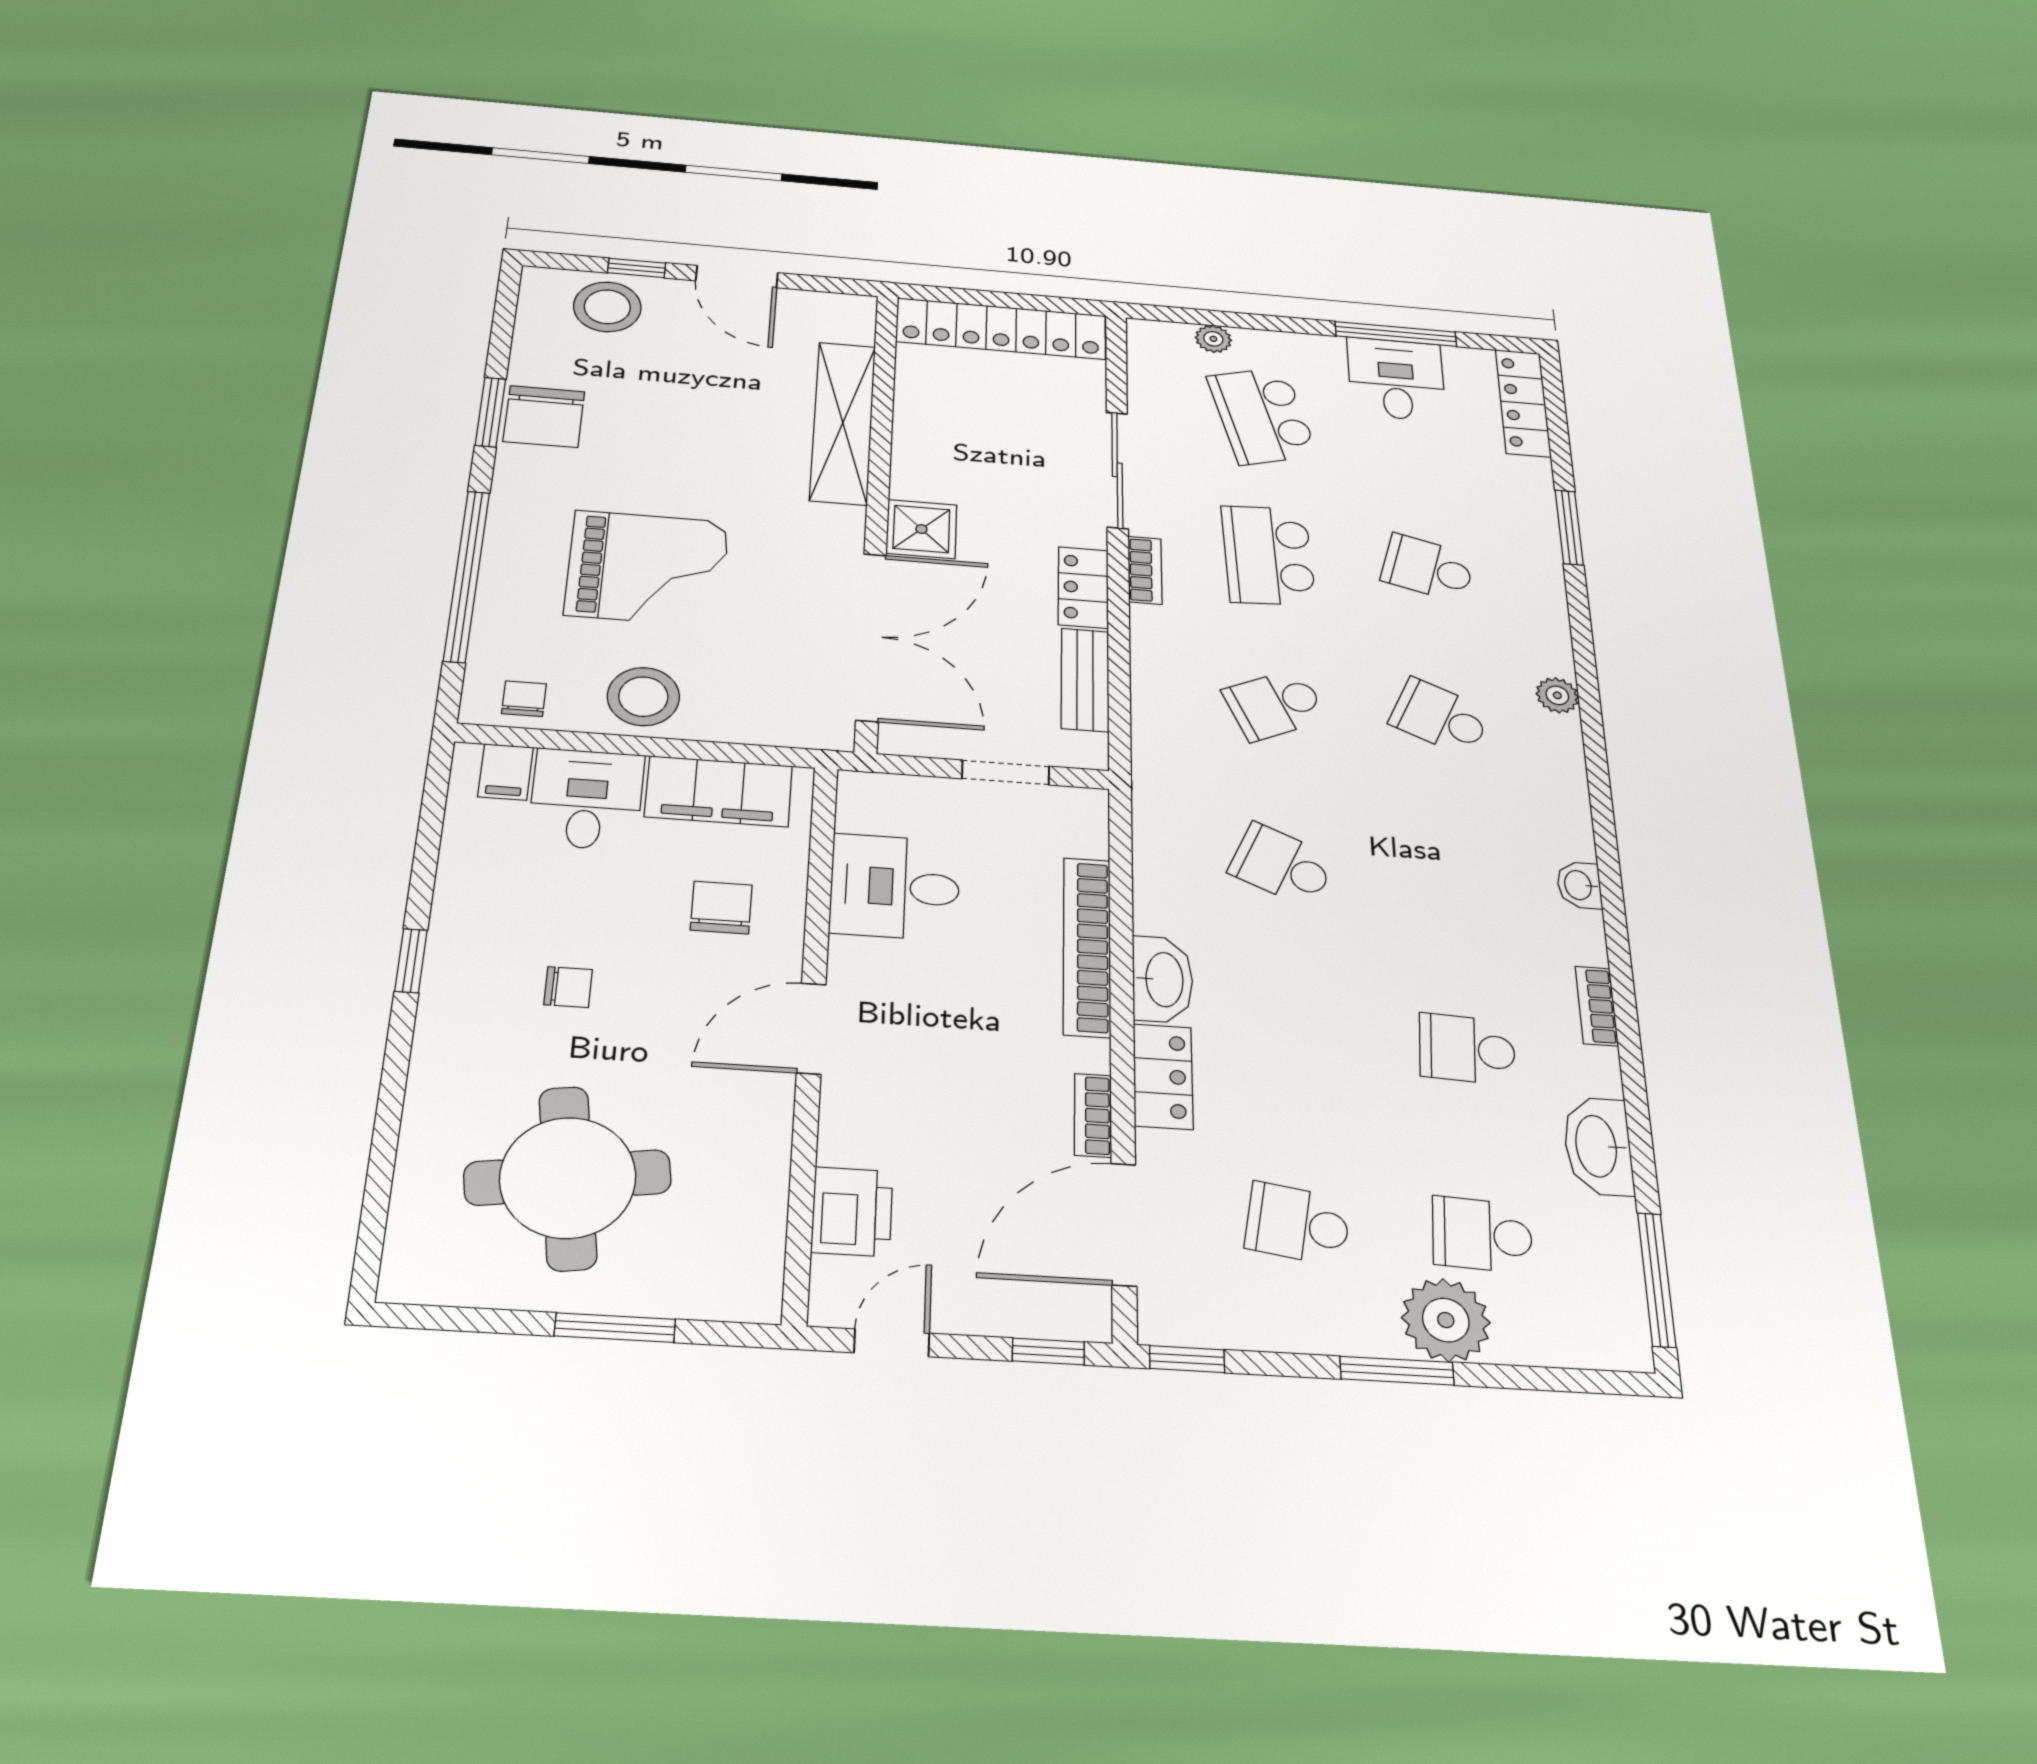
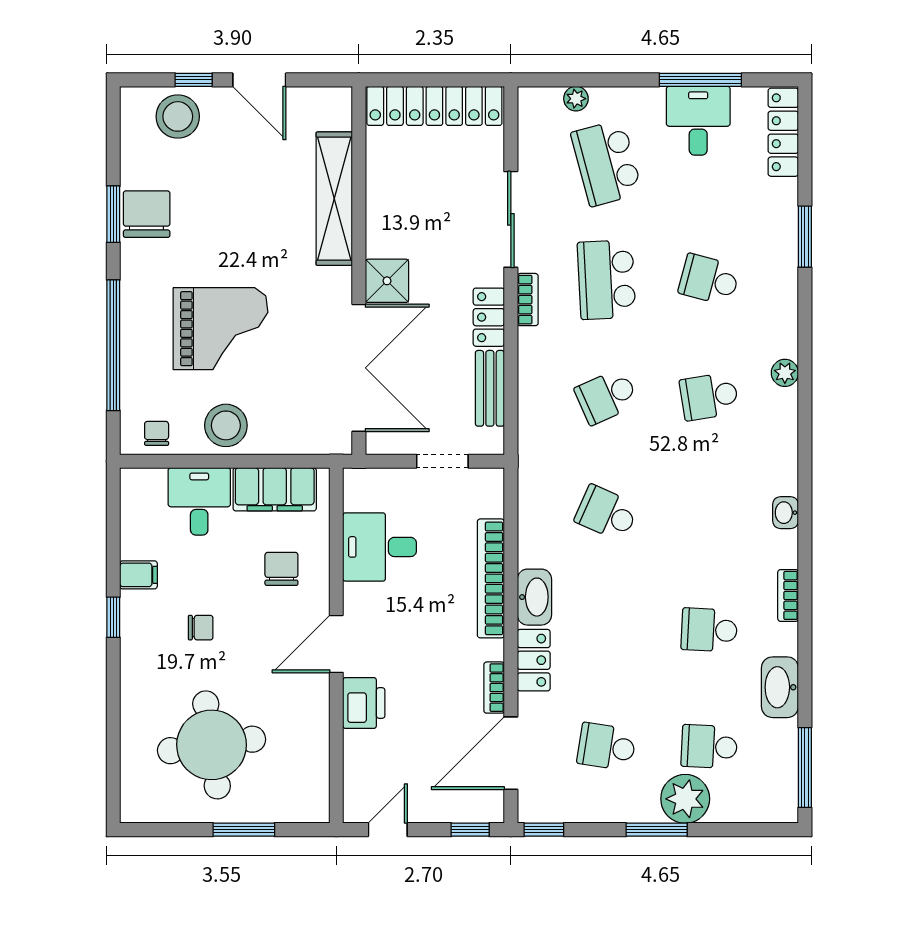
chair: (544, 416) -> (147, 214), turned 180
school desk: (1440, 717) -> (709, 396), turned -33
filing cabinet: (505, 772) -> (138, 575), moved, turned -90
printer: (852, 1212) -> (364, 703), moved

